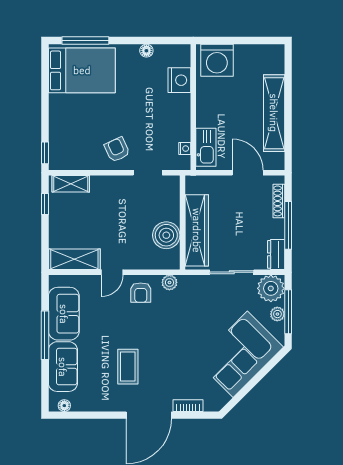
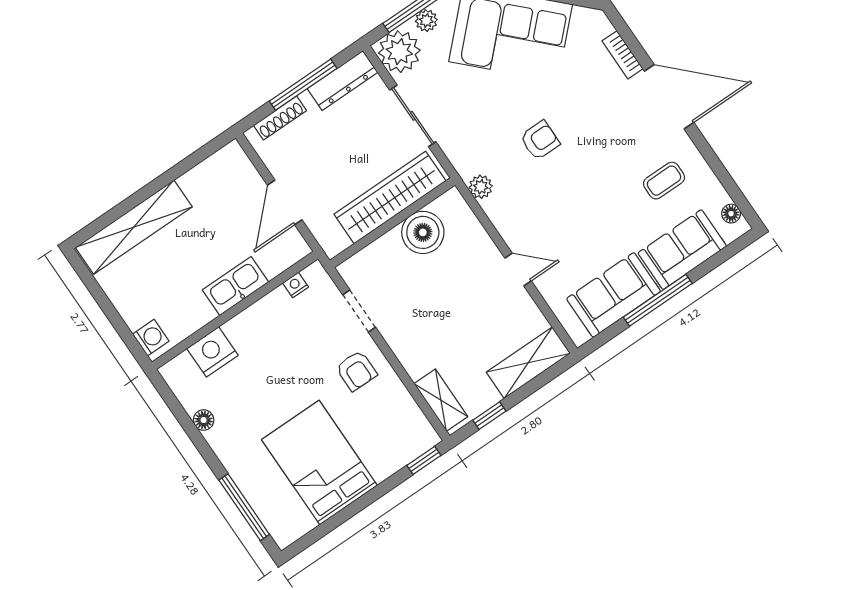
washing machine: (217, 60) -> (151, 338), width x0.53, depth x0.53
bed: (82, 70) -> (319, 462), moved
shelving: (274, 113) -> (134, 227), moved
kitchen sink: (206, 147) -> (235, 286), moved
armchair: (117, 150) -> (356, 371), turned -65
door: (248, 173) -> (285, 202), moved
dresser: (276, 254) -> (343, 80), width x1.44
shelving: (74, 259) -> (528, 363), moved, turned 90
armchair: (141, 293) -> (540, 140), moved
coffee table: (128, 367) -> (664, 181), moved, width x0.73, depth x0.77

